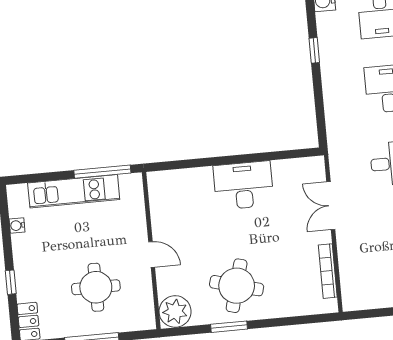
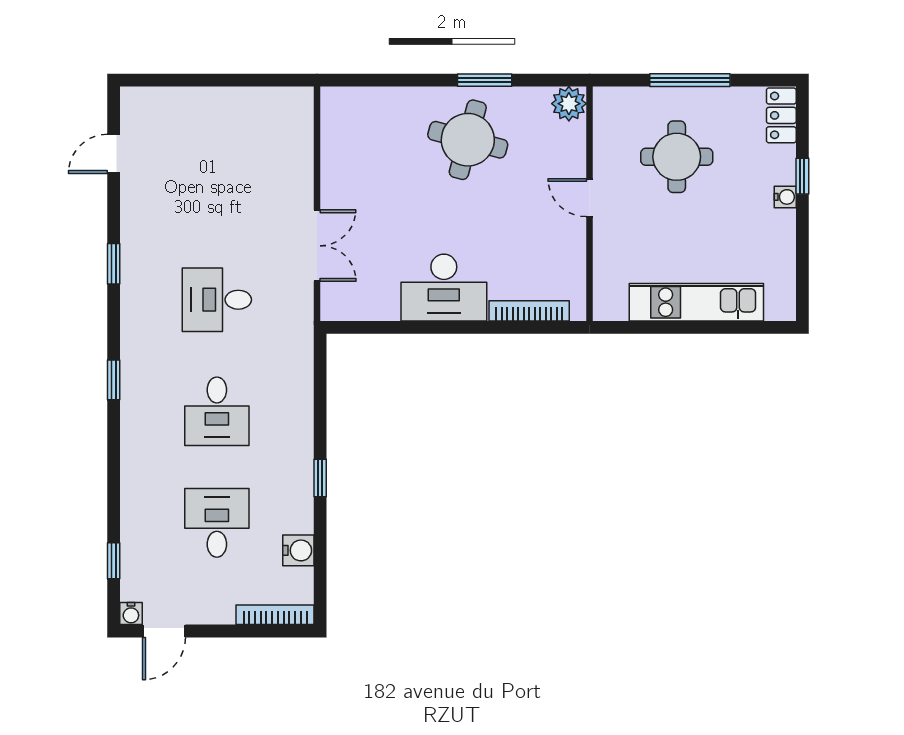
window: (102, 172) -> (651, 327), removed
water cooler: (17, 225) -> (785, 197), moved
bookcase: (328, 271) -> (529, 311), moved, turned -90
plant: (175, 311) -> (569, 104), width x0.73, depth x0.73

